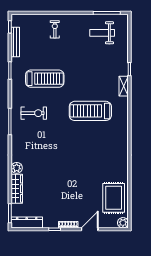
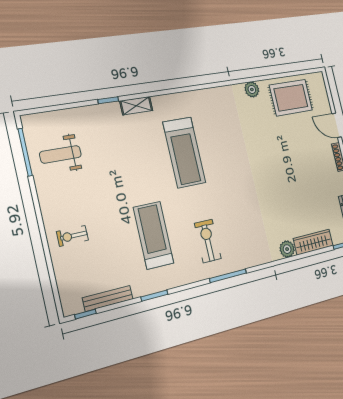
weight bench: (102, 33) -> (60, 154), turned 90
plant: (123, 223) -> (252, 89), moved

